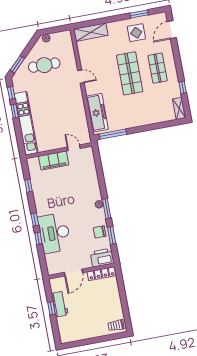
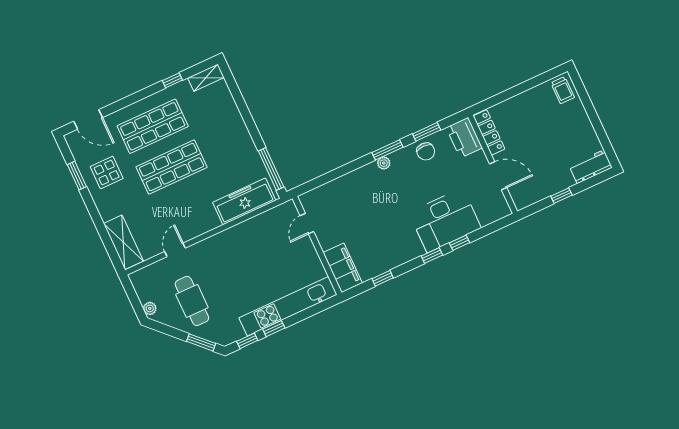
shop shelf: (158, 68) -> (153, 126), width x1.43, depth x1.36
door: (81, 77) -> (175, 250), moved
filing cabinet: (54, 161) -> (343, 268), moved
workbench: (60, 304) -> (591, 167), moved

